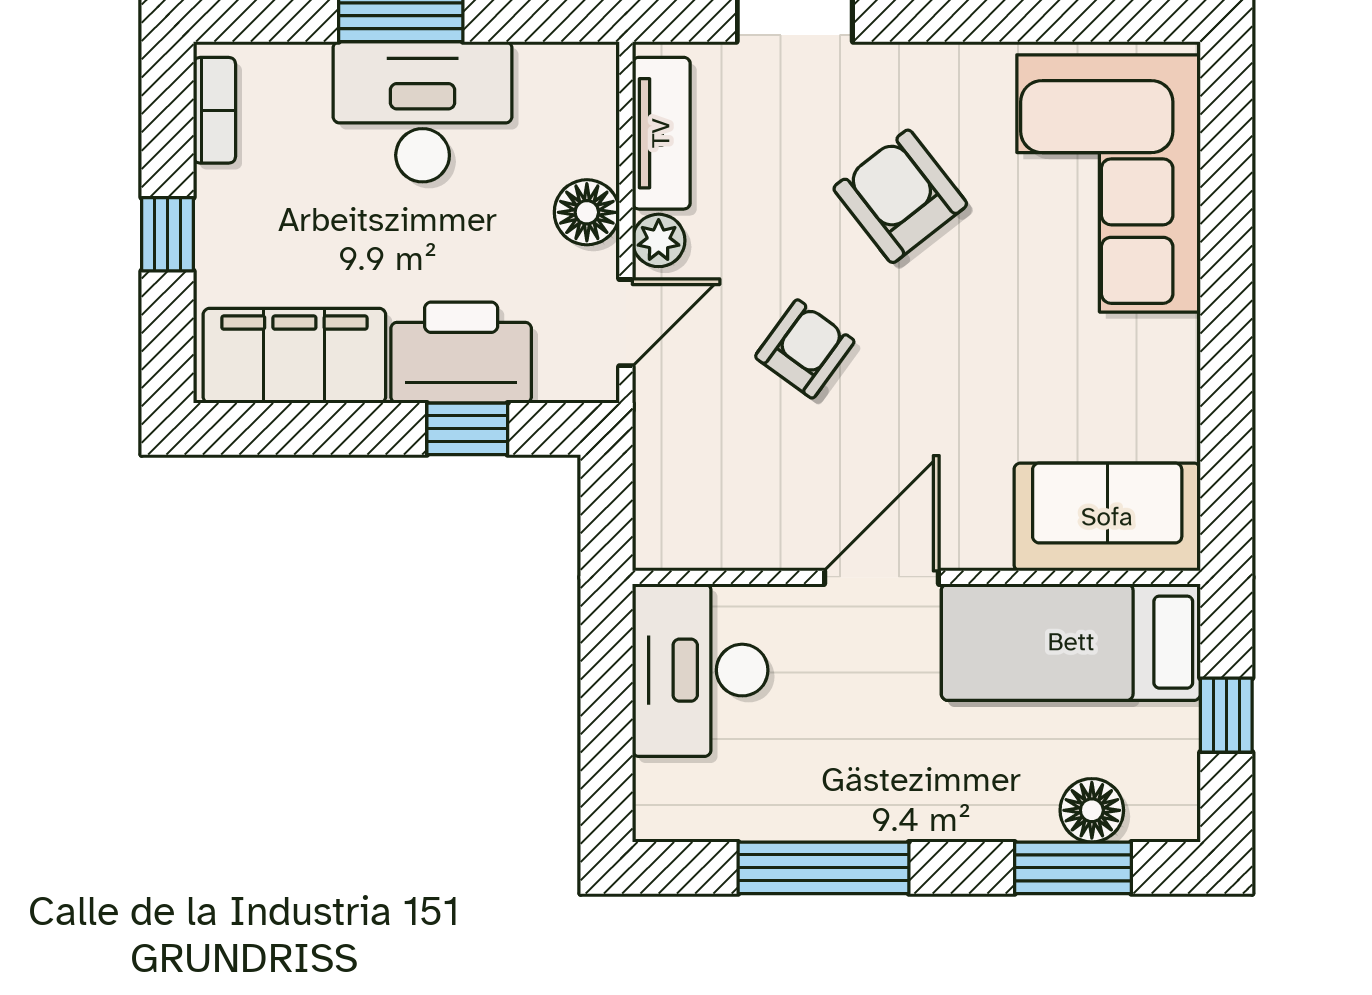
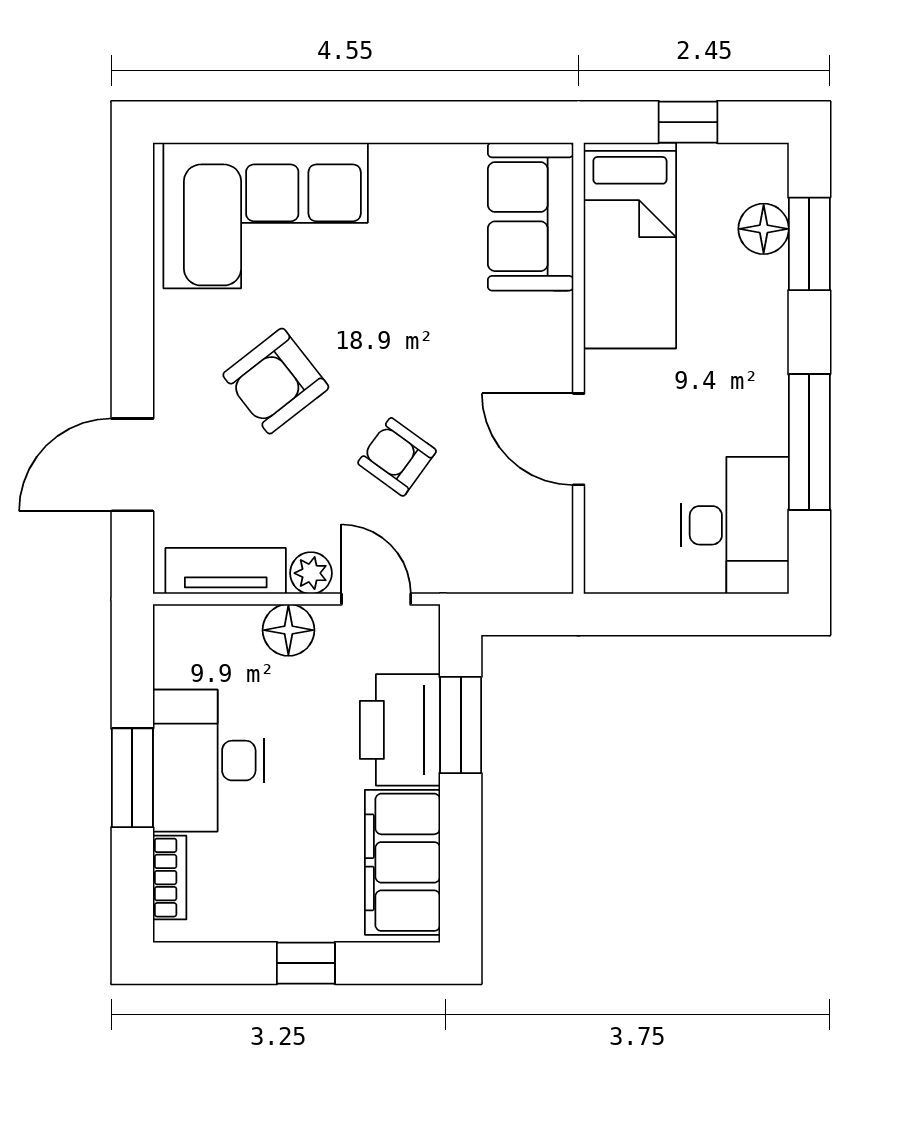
bookcase: (214, 110) -> (170, 878), moved, turned 90
window: (467, 429) -> (461, 725), width x1.50
door: (882, 577) -> (579, 439), moved
desk: (700, 670) -> (735, 525), moved, turned -90

